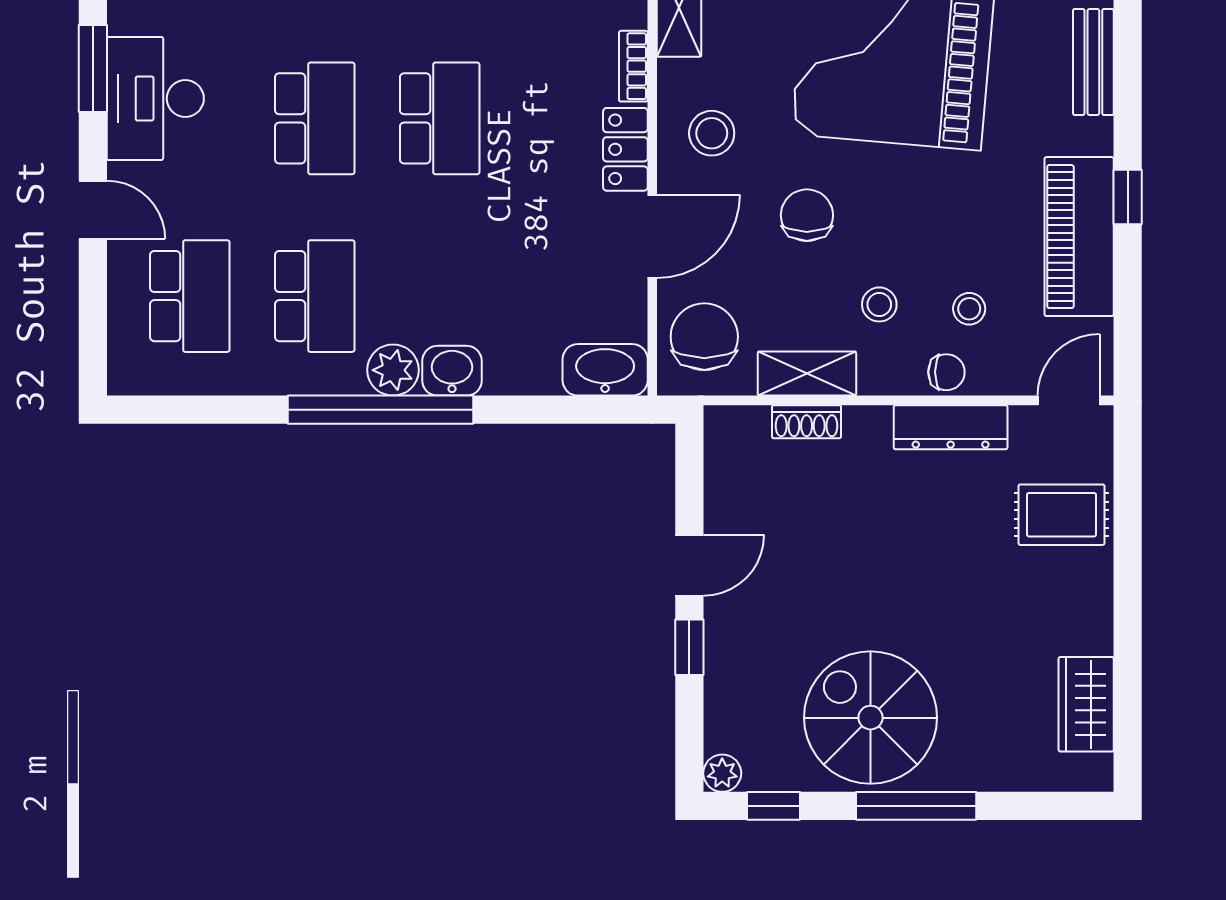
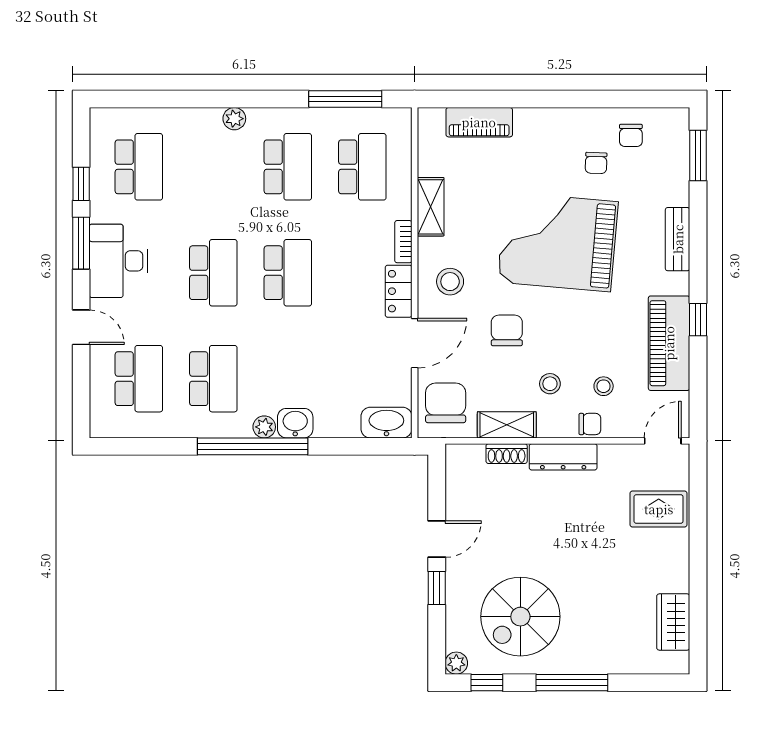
plant: (393, 370) -> (264, 427), width x0.73, depth x0.73
dresser: (951, 427) -> (563, 457), moved
spiral stairs: (870, 718) -> (520, 617), moved, turned -90

